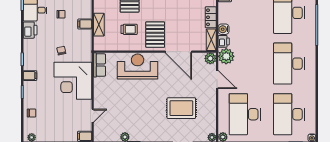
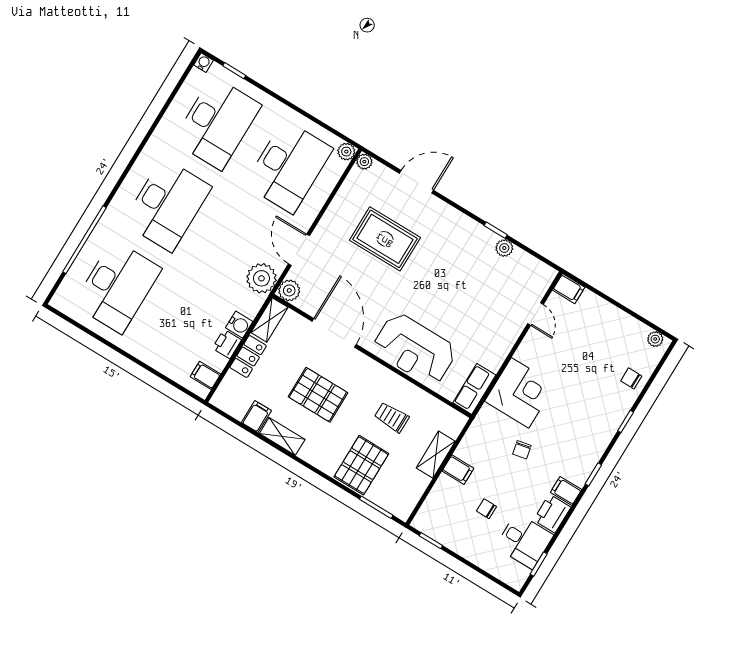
pallet: (155, 35) -> (318, 395), moved, turned 90
printer: (224, 41) -> (227, 344), moved
filing cabinet: (30, 76) -> (566, 491), moved
corner desk: (73, 81) -> (520, 393), width x0.74, depth x0.74
door: (93, 116) -> (535, 314), swing flipped

